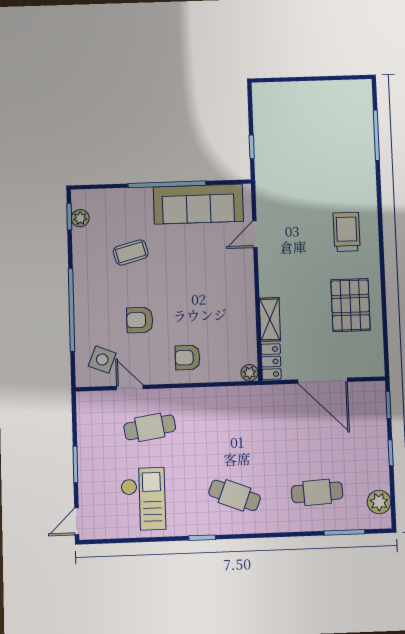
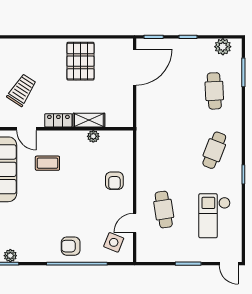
trolley: (347, 232) -> (22, 90), moved, turned 123
coffee table: (131, 252) -> (47, 163), moved, turned -75
pallet: (351, 305) -> (80, 61), turned 90
armchair: (140, 320) -> (71, 246), moved, turned 90
locker: (271, 362) -> (58, 120), moved
plant: (249, 373) -> (93, 136), moved
door: (323, 381) -> (135, 67), moved
checkout: (143, 499) -> (215, 216), turned -90

